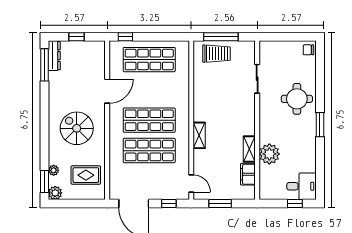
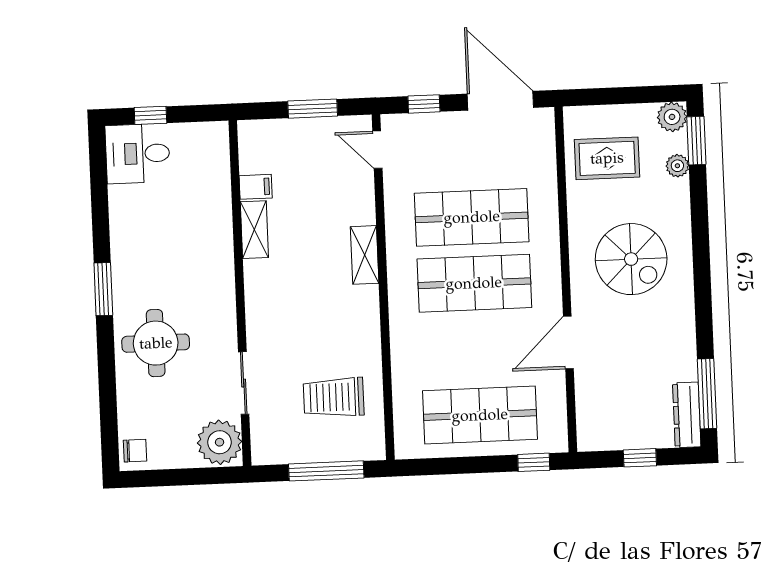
trolley: (216, 54) -> (334, 397), moved
plant: (269, 154) -> (220, 442), moved
filing cabinet: (248, 174) -> (256, 187), width x0.50

